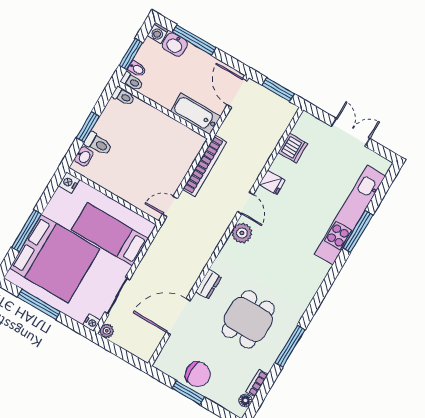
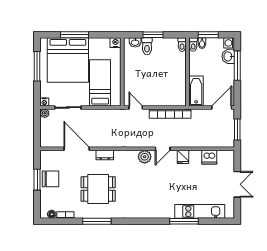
kitchen unit: (350, 215) -> (200, 211), width x0.73
chair: (198, 374) -> (51, 179), turned -90

